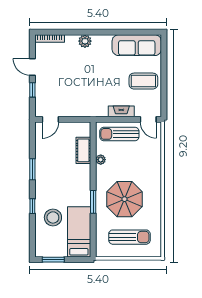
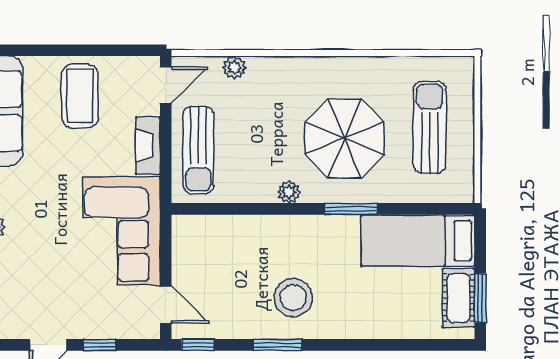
corner sofa: (83, 100) -> (121, 231), added
cot: (83, 150) -> (459, 298), moved, turned 90
plant: (156, 150) -> (234, 67), added
plant: (101, 160) -> (289, 192), moved
window: (32, 206) -> (198, 345), moved
stool: (53, 217) -> (293, 298), moved

